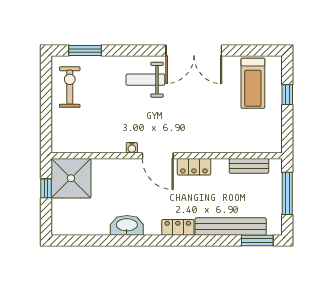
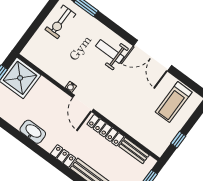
exercise bike: (70, 87) -> (60, 22), turned 180
window: (287, 95) -> (178, 140), moved
locker: (194, 167) -> (105, 130), width x1.53

